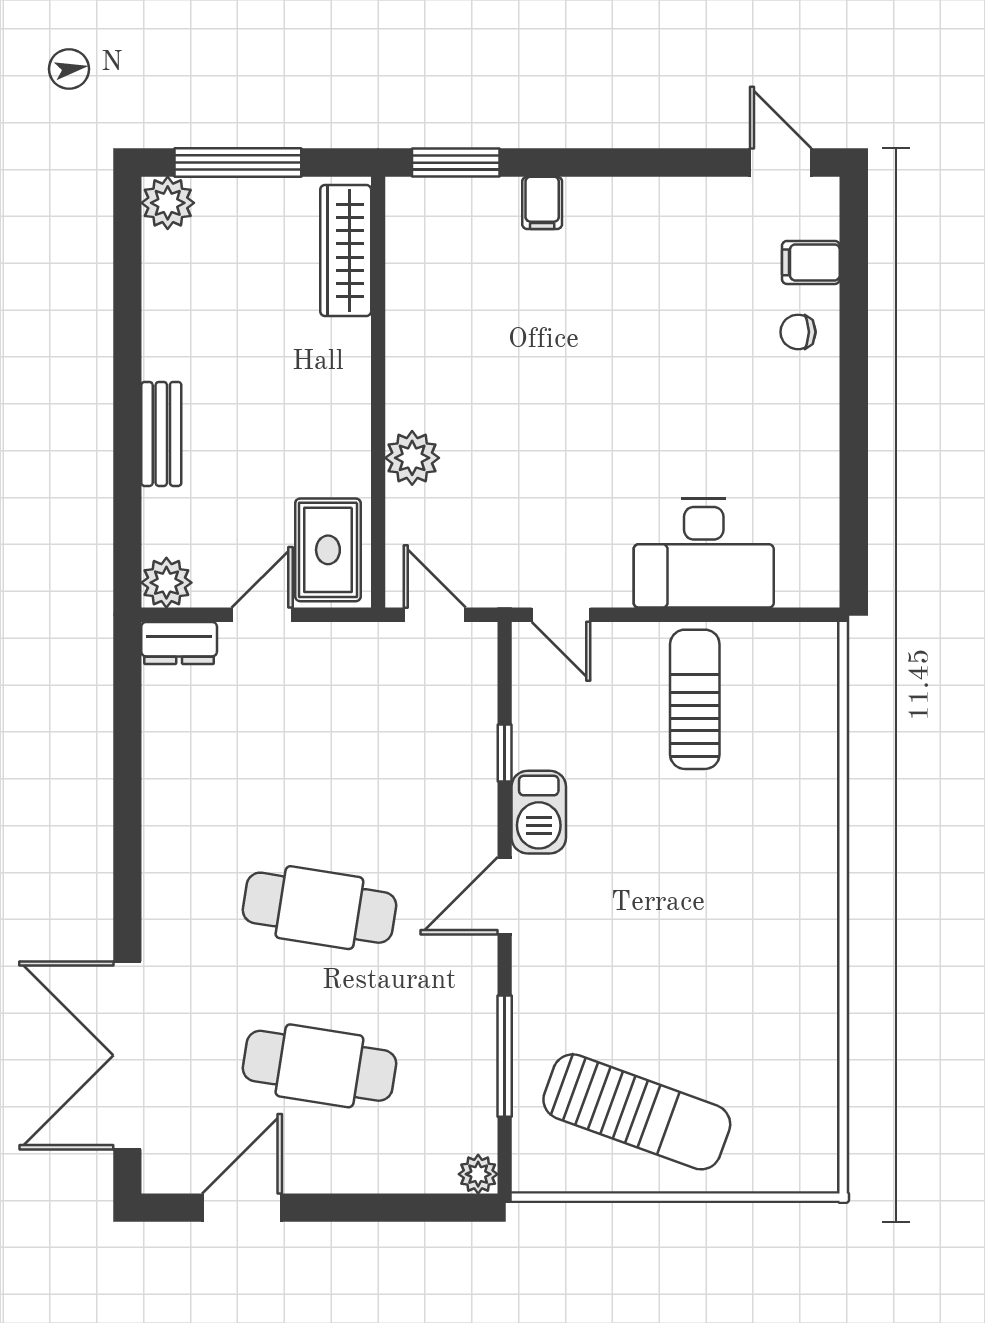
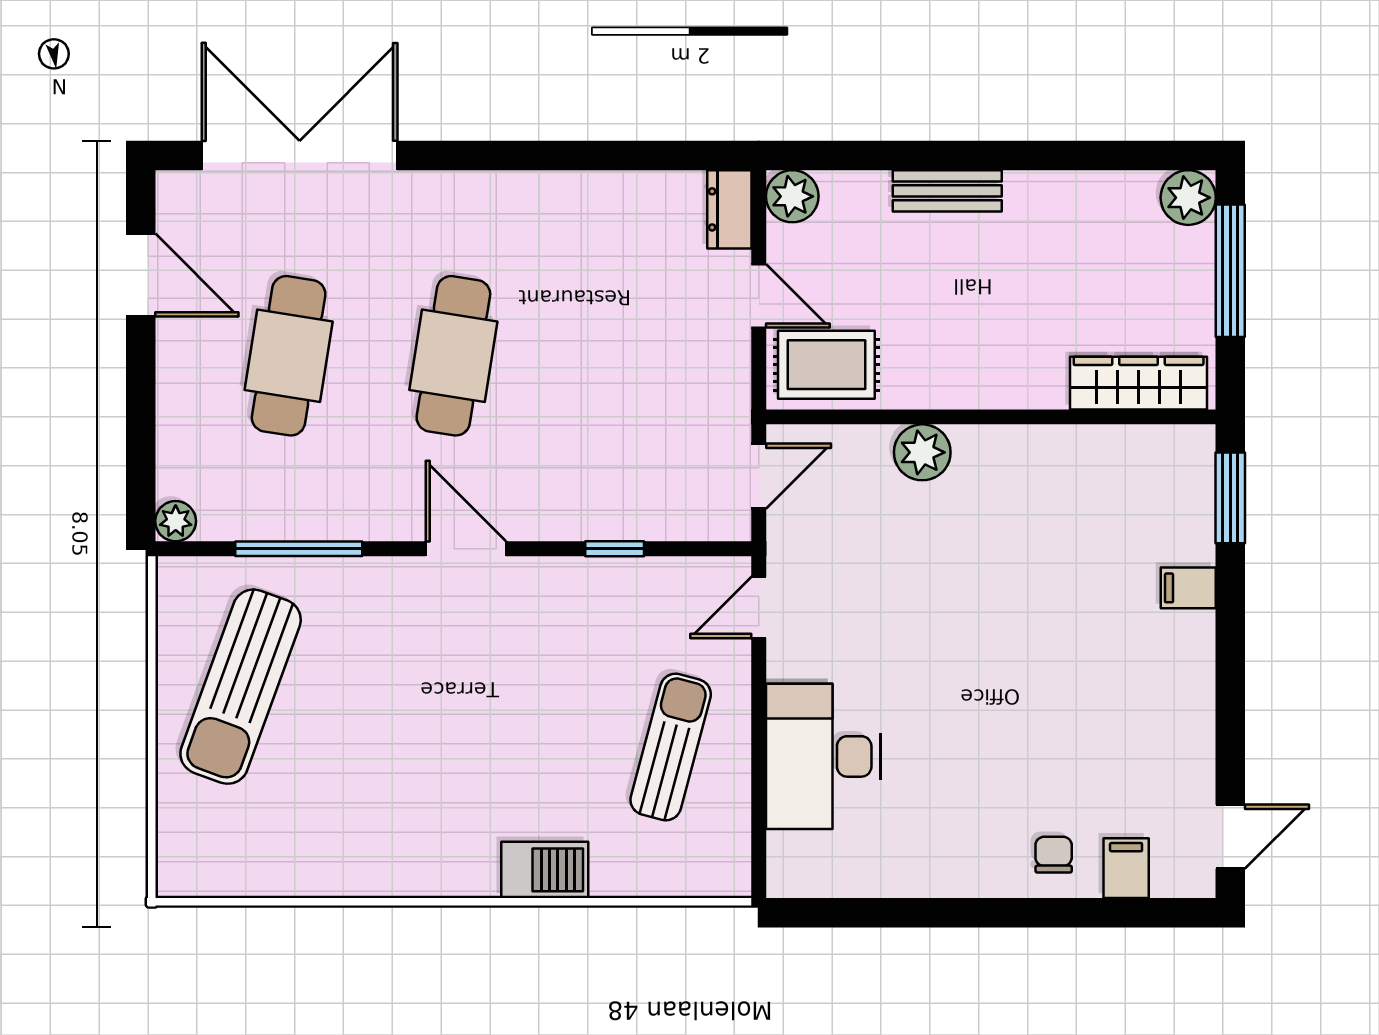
sun lounger: (695, 699) -> (671, 747), turned -75
barbecue: (539, 812) -> (545, 870), moved, turned 180

